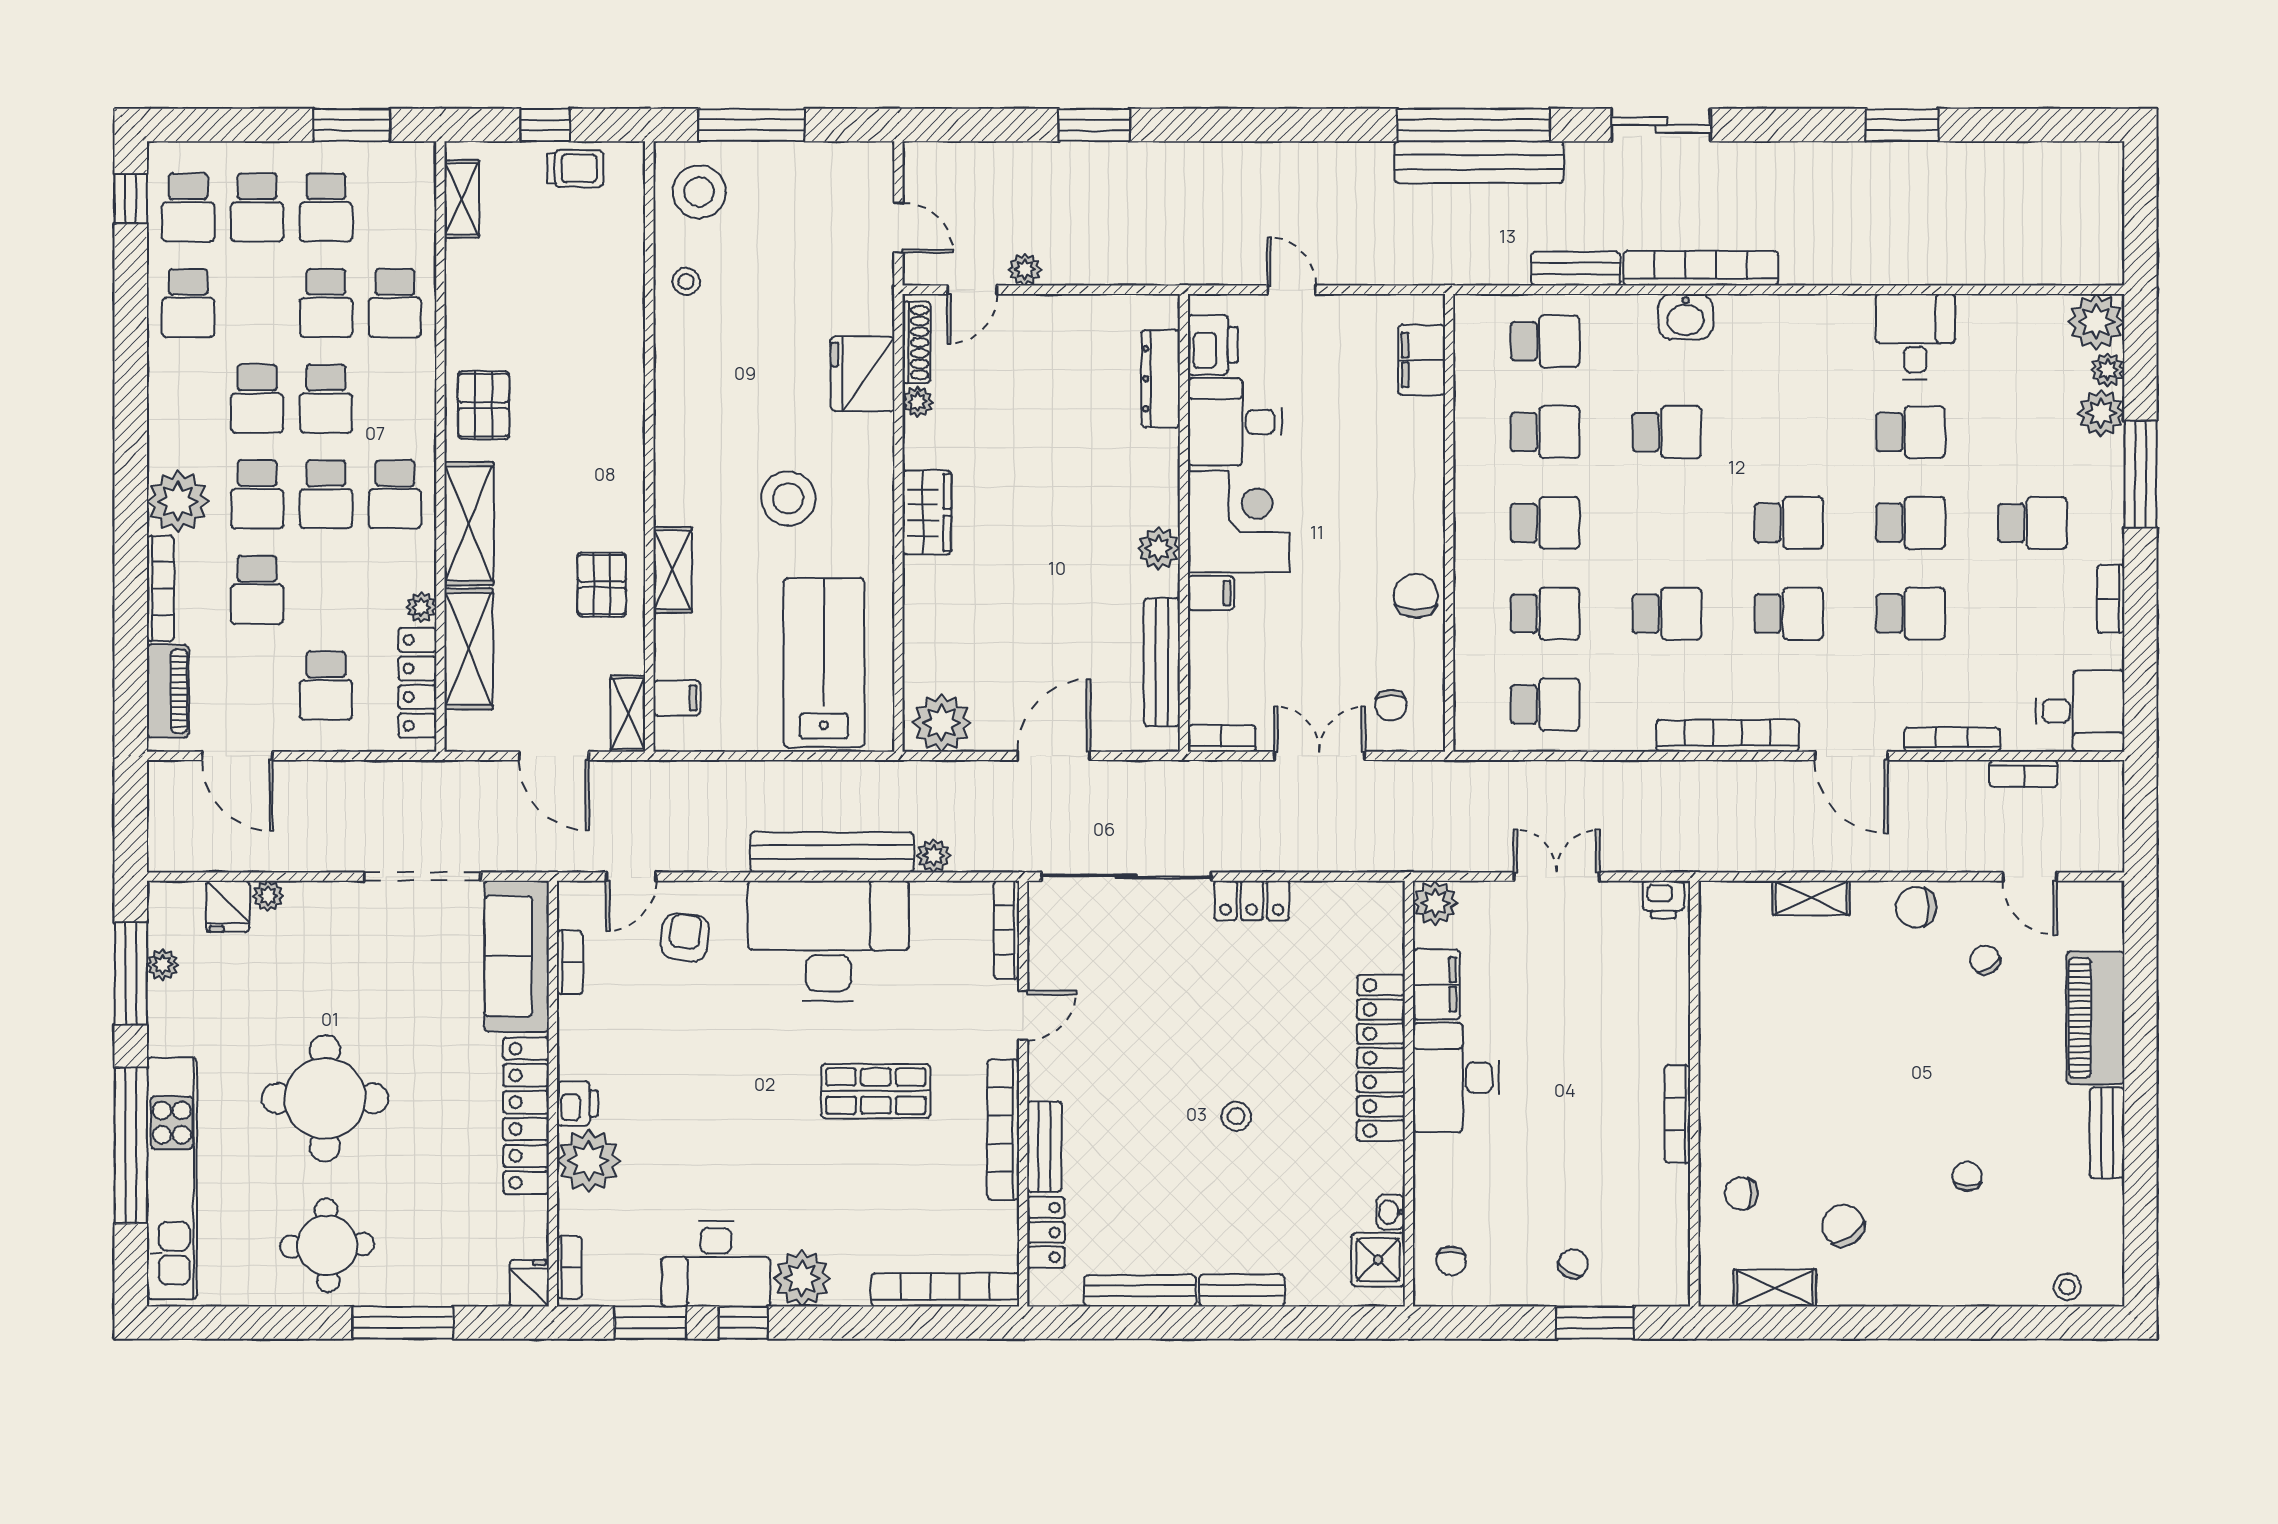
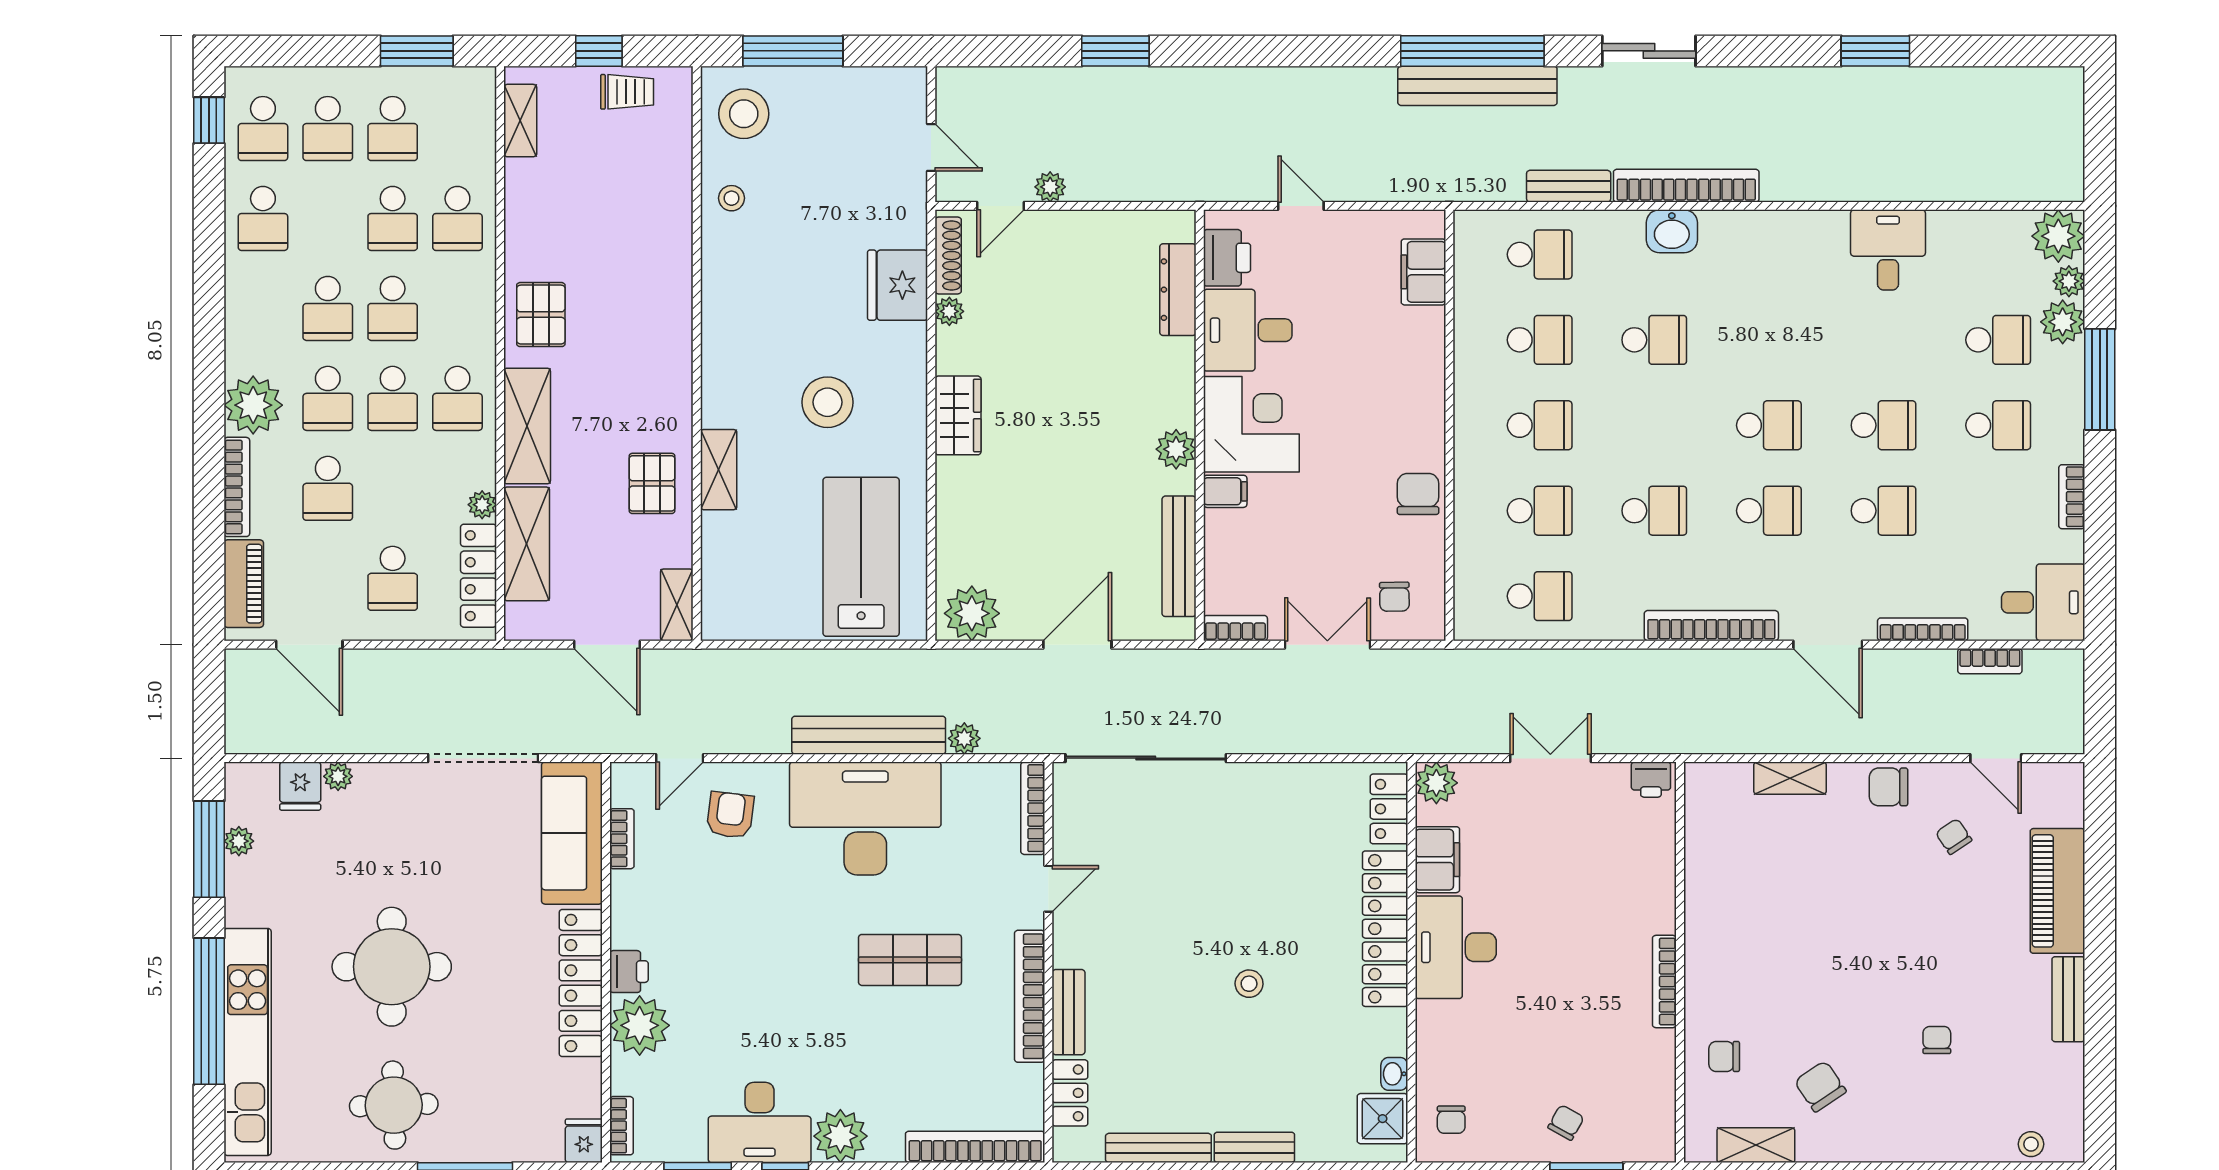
school desk: (1911, 432) -> (1998, 340), moved
filing cabinet: (677, 698) -> (723, 590), removed
locker: (1252, 900) -> (1389, 809), moved, turned 90

